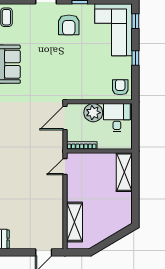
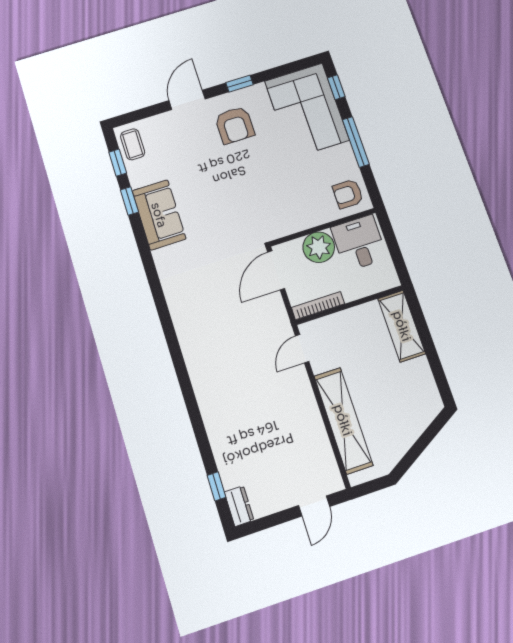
window: (135, 58) -> (356, 142), width x2.17
armchair: (120, 87) -> (348, 194), turned -90
shelving: (74, 222) -> (343, 420), width x1.47

